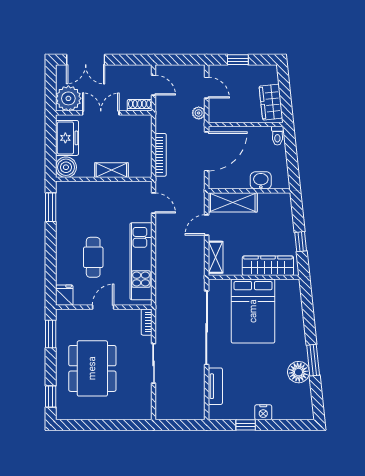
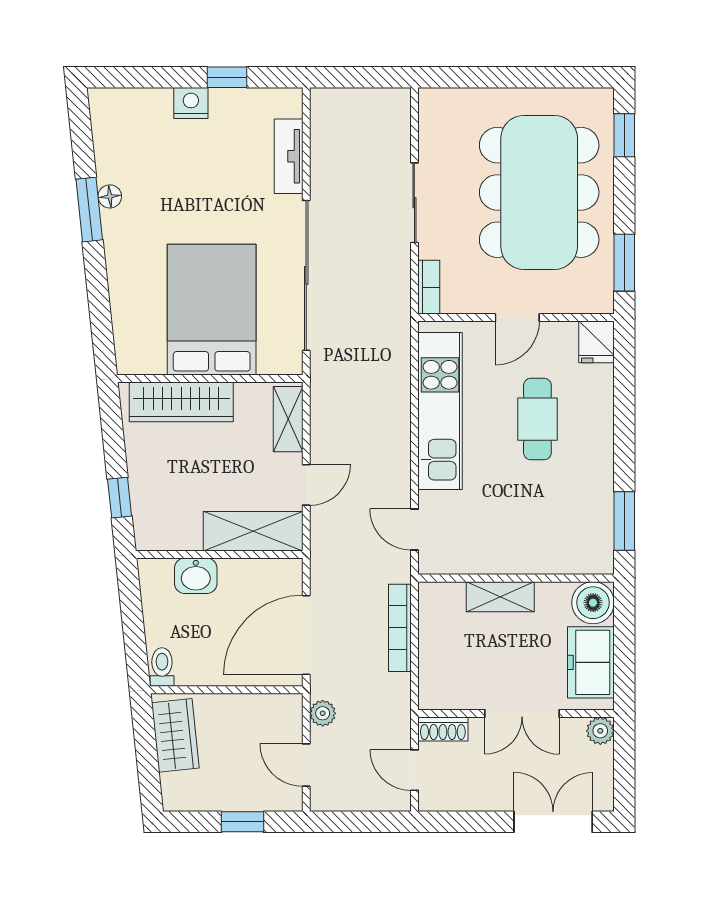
plant: (68, 98) -> (600, 731), width x0.53, depth x0.53
window: (301, 242) -> (120, 498), moved
dining table: (92, 368) -> (539, 192), width x1.36, depth x1.24
floor lamp: (298, 372) -> (110, 196), width x0.53, depth x0.53

